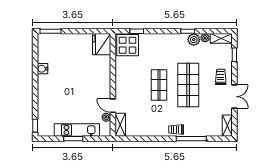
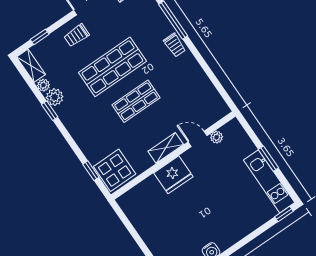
fridge: (102, 44) -> (173, 175), moved
door: (113, 106) -> (198, 139), swing flipped
shelving: (120, 125) -> (166, 148), moved
kitchen unit: (77, 130) -> (269, 181), moved

